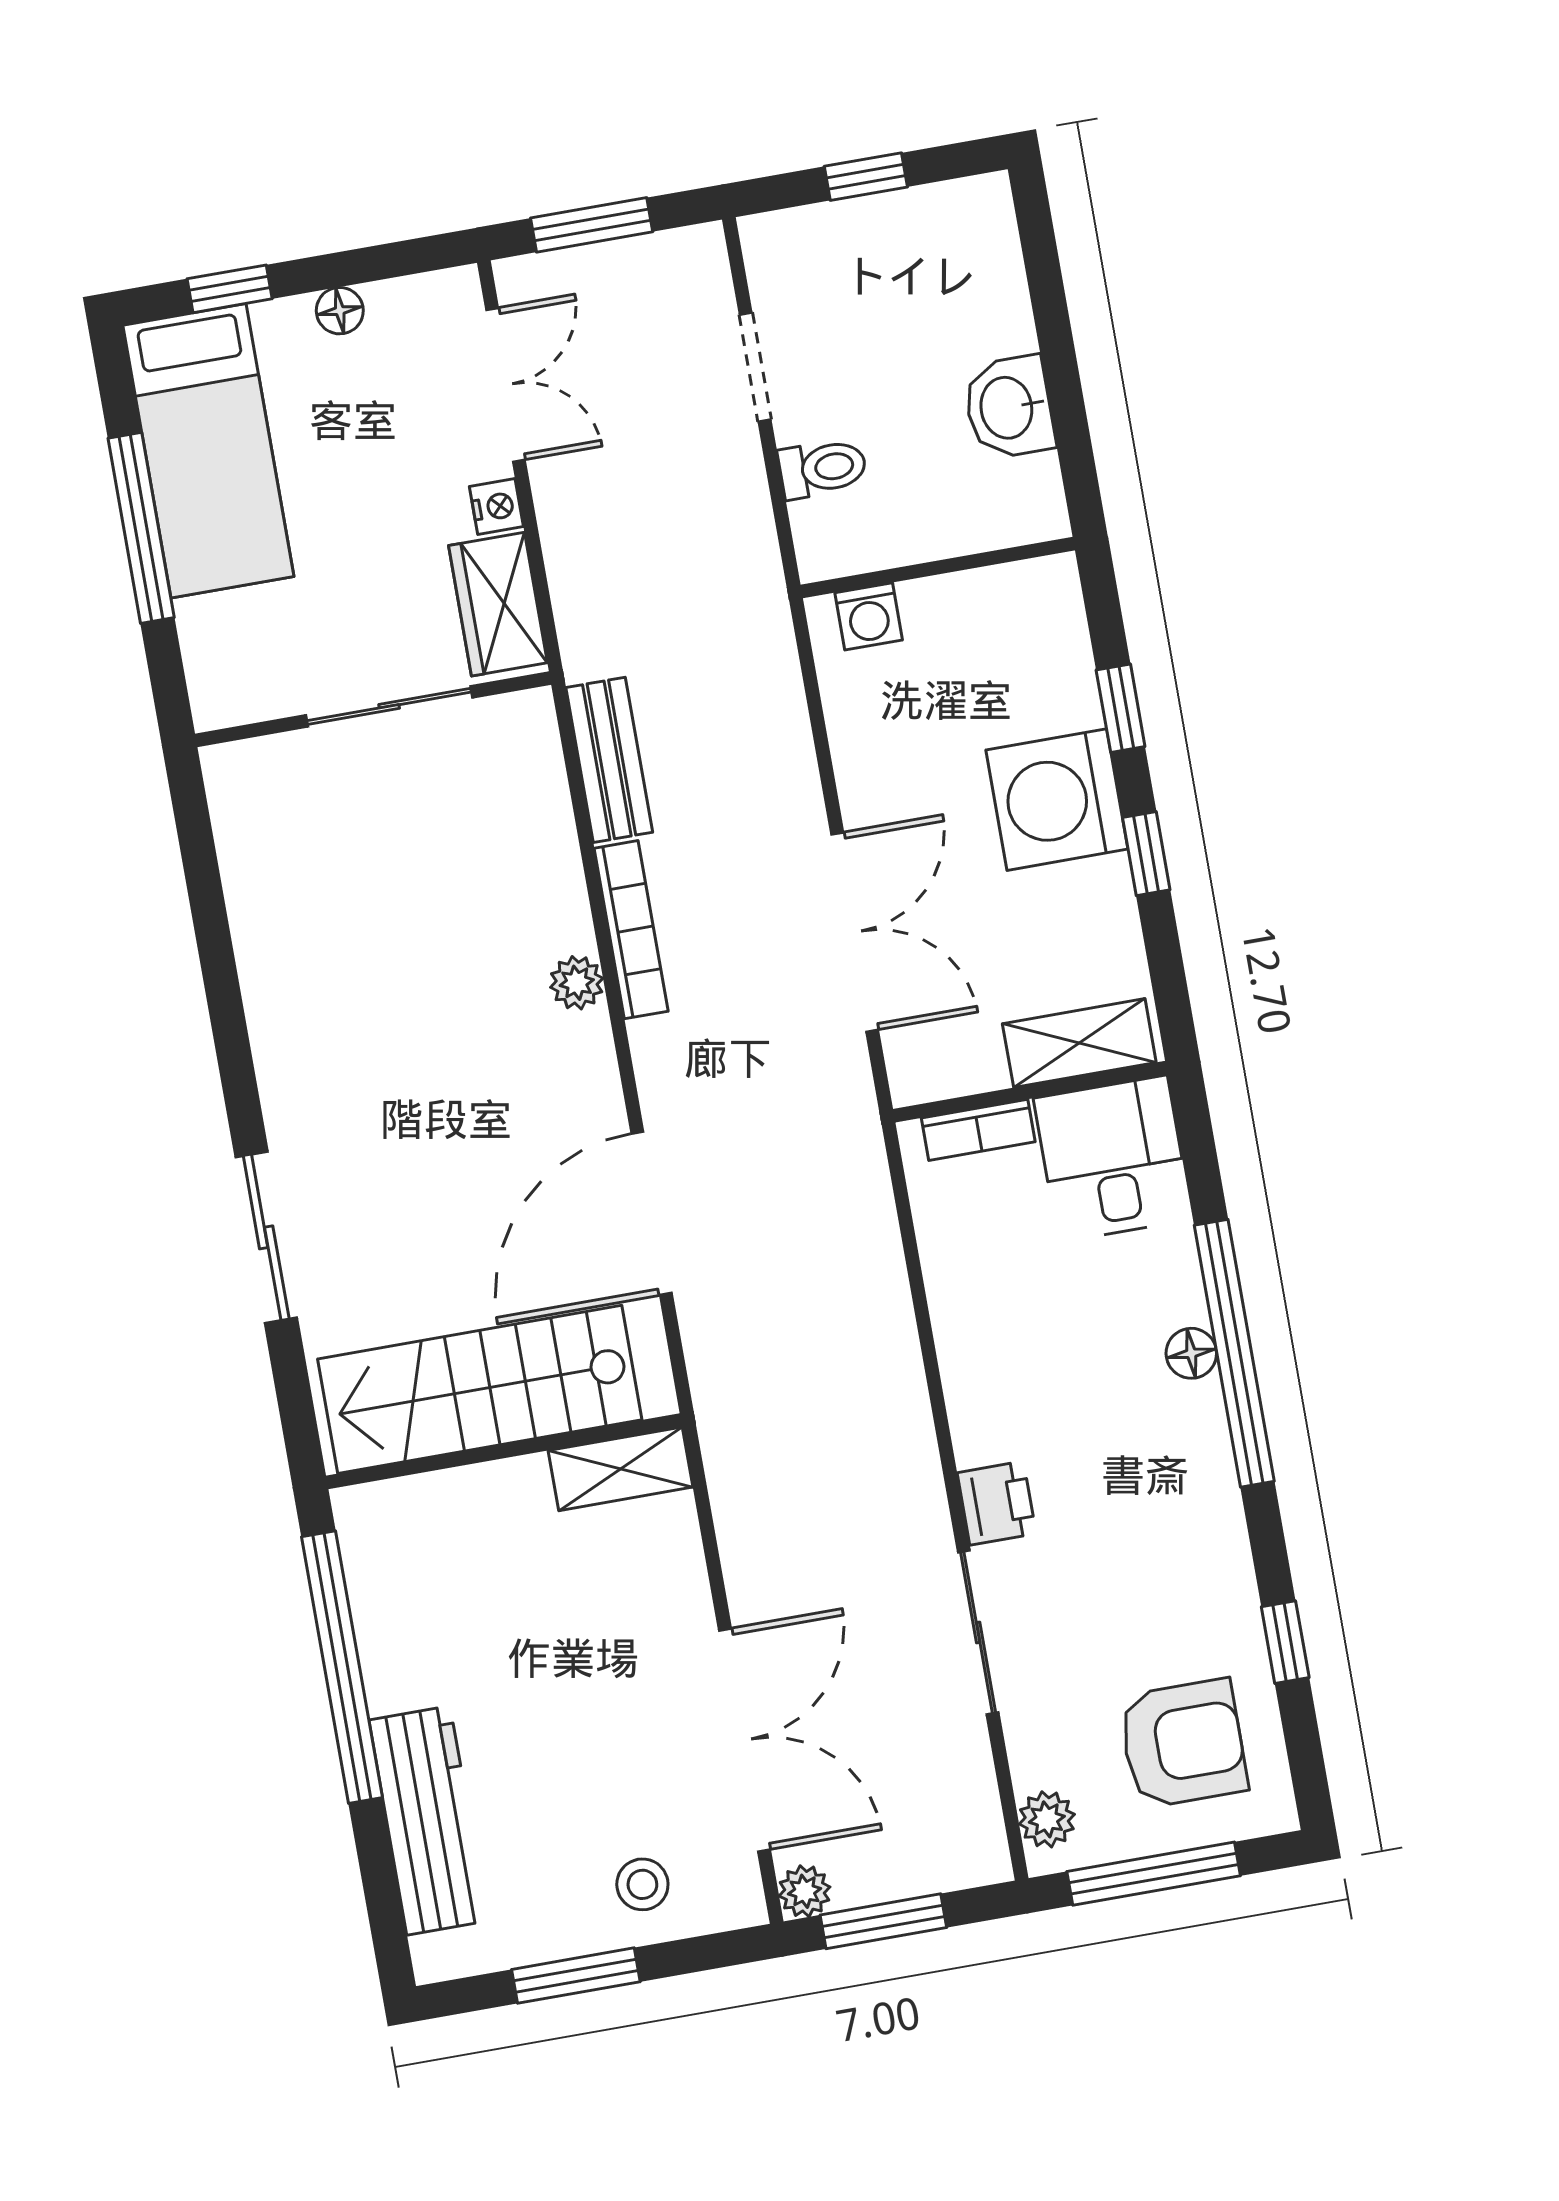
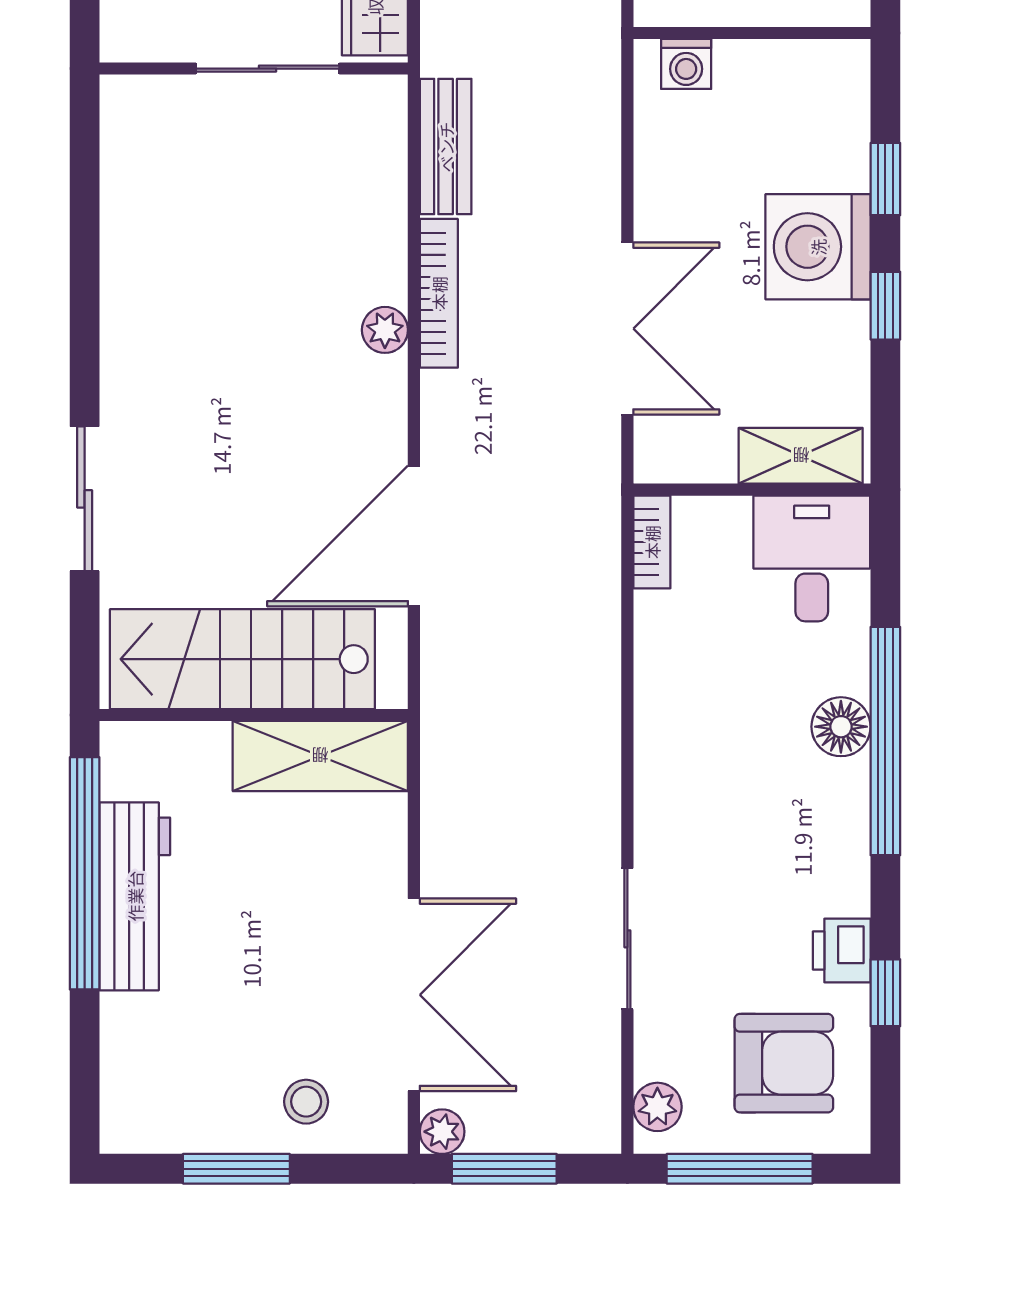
bookcase: (978, 1130) -> (652, 542), moved, turned -90
floor lamp: (1191, 1353) -> (841, 727), width x1.37, depth x1.37
shelving: (620, 1469) -> (320, 756), width x1.50, depth x1.33
printer: (997, 1503) -> (842, 951), moved, turned 180
workbench: (428, 1821) -> (135, 896), moved

